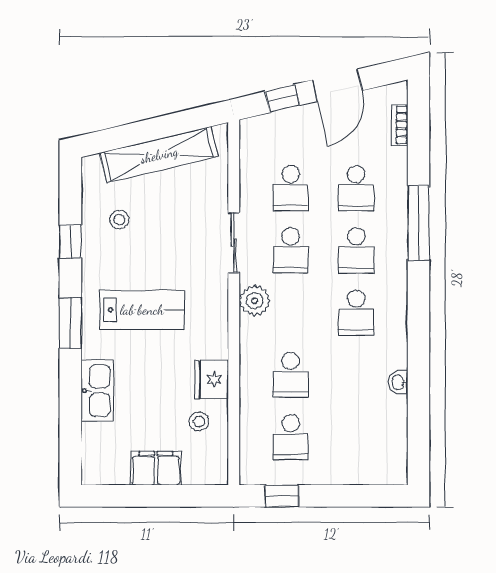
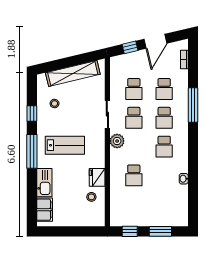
window: (70, 323) -> (32, 151), width x1.44
school desk: (291, 437) -> (134, 204), removed
filing cabinet: (156, 468) -> (45, 210), moved, turned 90
window: (348, 496) -> (160, 231), added

